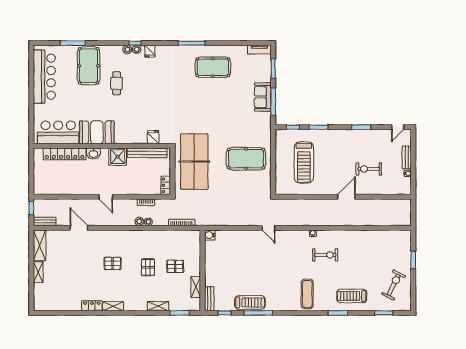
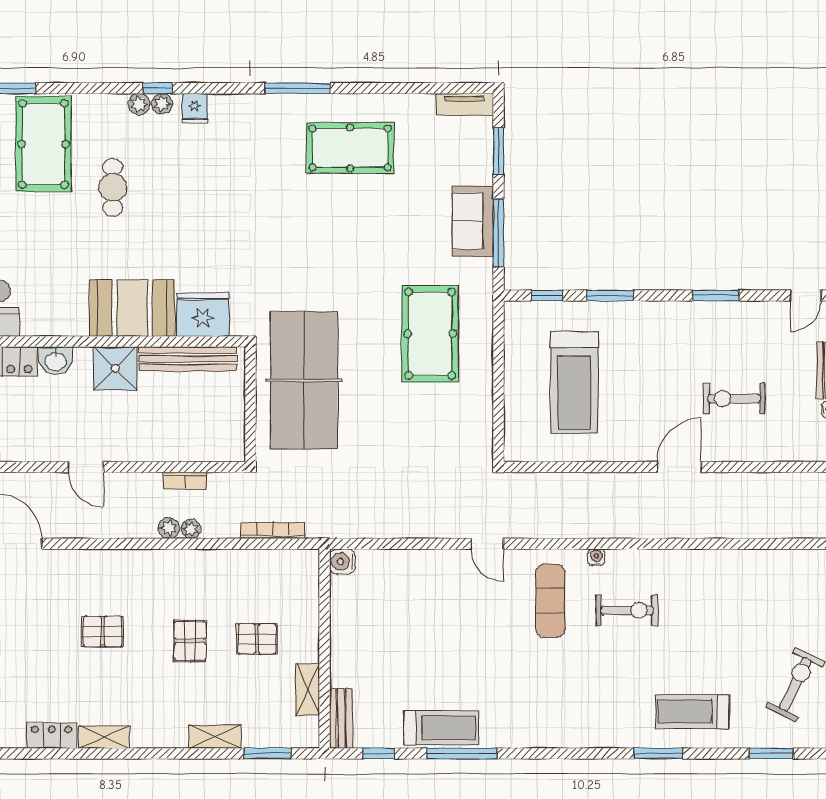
booth: (97, 132) -> (132, 308), moved
fridge: (153, 137) -> (203, 314), width x1.88, depth x1.34
pool table: (246, 159) -> (430, 334), moved, turned 90
locker: (166, 185) -> (234, 439), removed
exercise mat: (307, 294) -> (550, 601), moved

